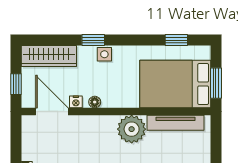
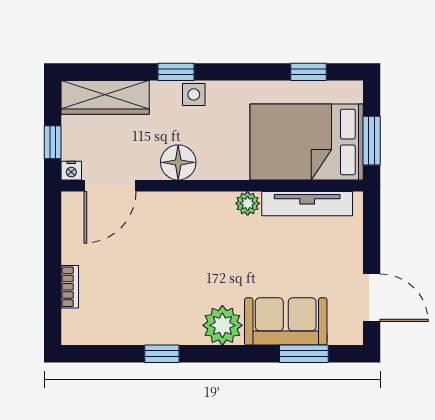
nightstand: (76, 102) -> (71, 171), moved
floor lamp: (95, 102) -> (178, 162), width x1.89, depth x1.89
door: (52, 111) -> (110, 186), swing flipped
plant: (132, 129) -> (248, 203), width x0.53, depth x0.53

